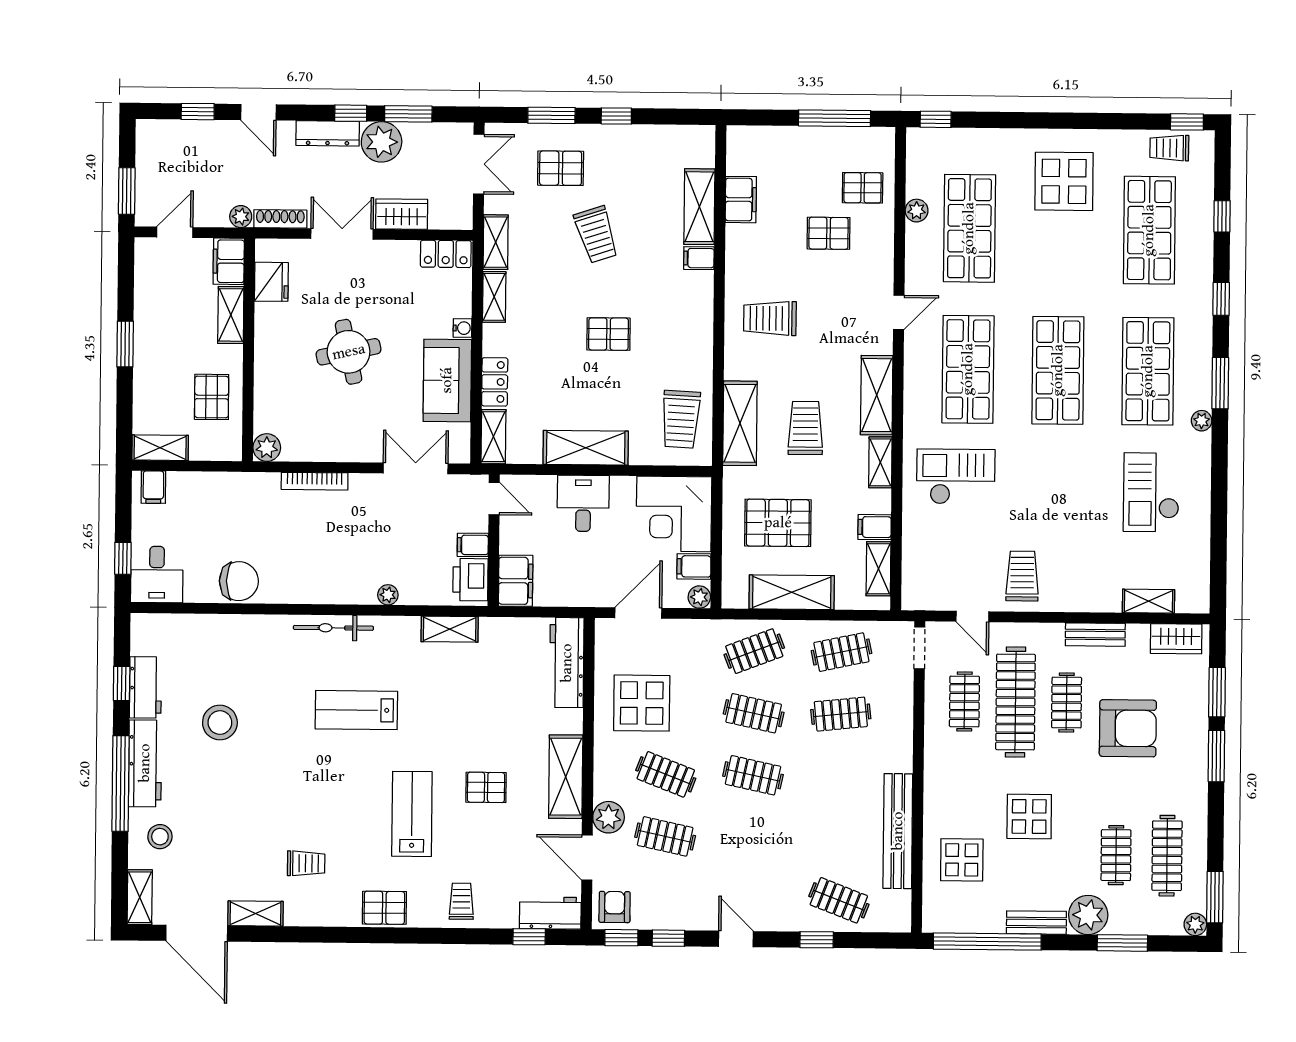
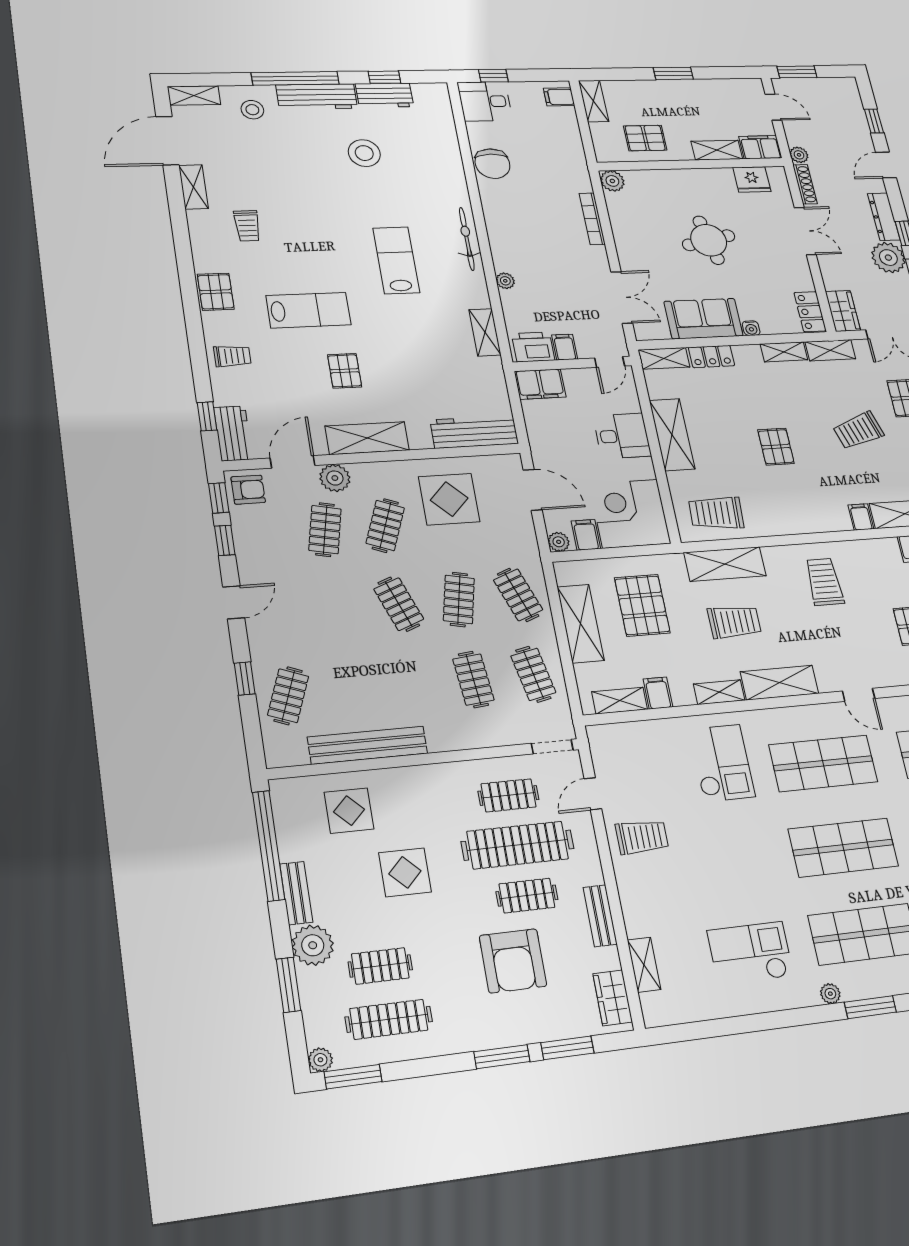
wardrobe: (402, 214) -> (843, 311), moved
clothes rail: (753, 775) -> (399, 604), turned -33

